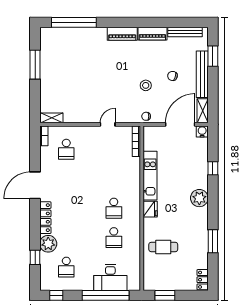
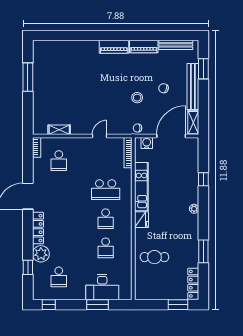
window: (74, 22) -> (66, 35), removed
shelving: (52, 118) -> (59, 130), moved
water cooler: (202, 132) -> (147, 143), moved
school desk: (114, 179) -> (106, 190), added
plant: (199, 198) -> (194, 209), width x0.53, depth x0.53
locker: (203, 280) -> (193, 284), width x1.53
window: (106, 295) -> (98, 305), width x0.47
window: (165, 295) -> (178, 305), moved

